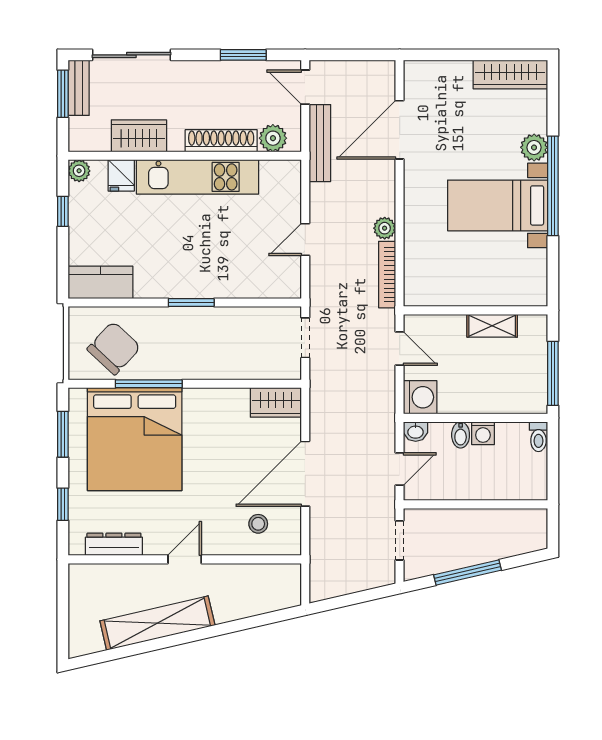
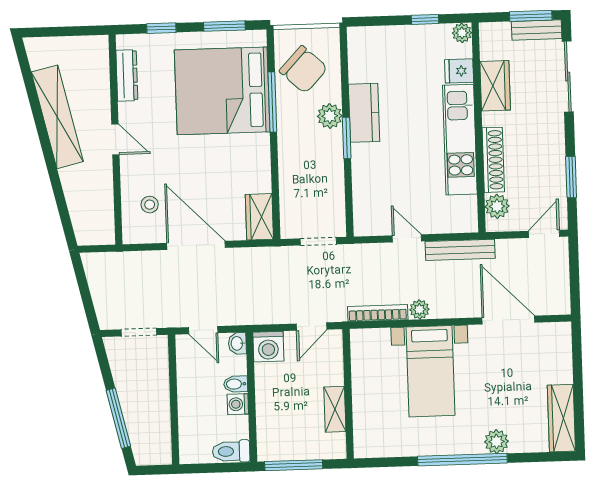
bench: (320, 143) -> (460, 250), moved
bed with nightstands: (498, 205) -> (431, 371), moved, turned 180
kitchen counter: (100, 282) -> (364, 113), moved
plant: (167, 321) -> (330, 116), added
toilet: (538, 437) -> (231, 451), width x1.37, depth x1.39
window: (467, 572) -> (118, 418), moved

